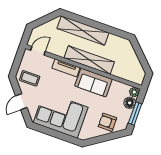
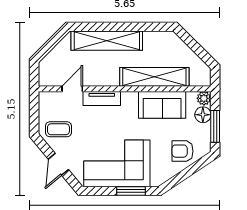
door: (38, 51) -> (72, 89), moved
shelving: (89, 60) -> (154, 77), moved
sofa: (93, 83) -> (162, 105), moved
window: (63, 137) -> (131, 191), added

